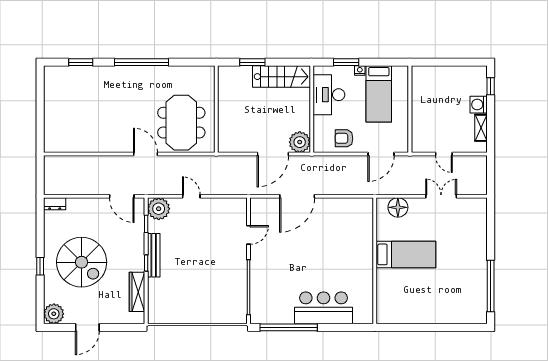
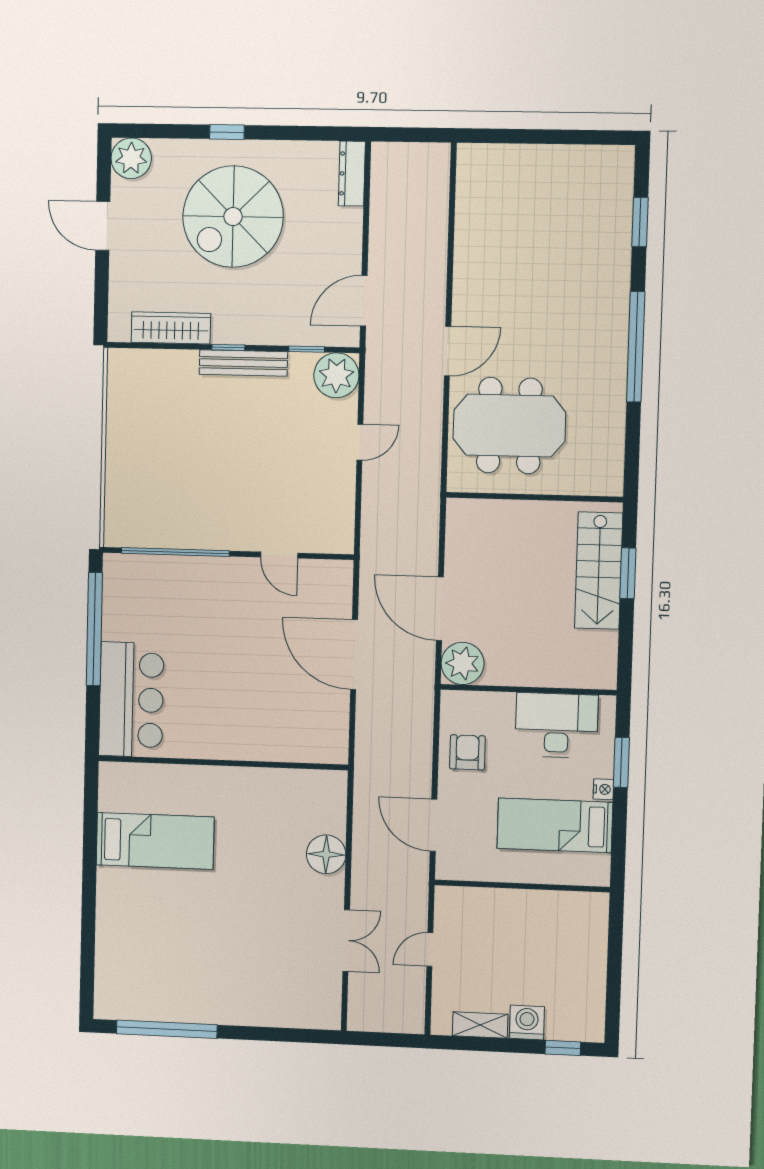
stairs: (281, 77) -> (599, 571), moved
dresser: (55, 204) -> (352, 174), width x1.44
bed: (406, 254) -> (155, 841), moved, turned -90
wall: (375, 261) -> (223, 763), moved

